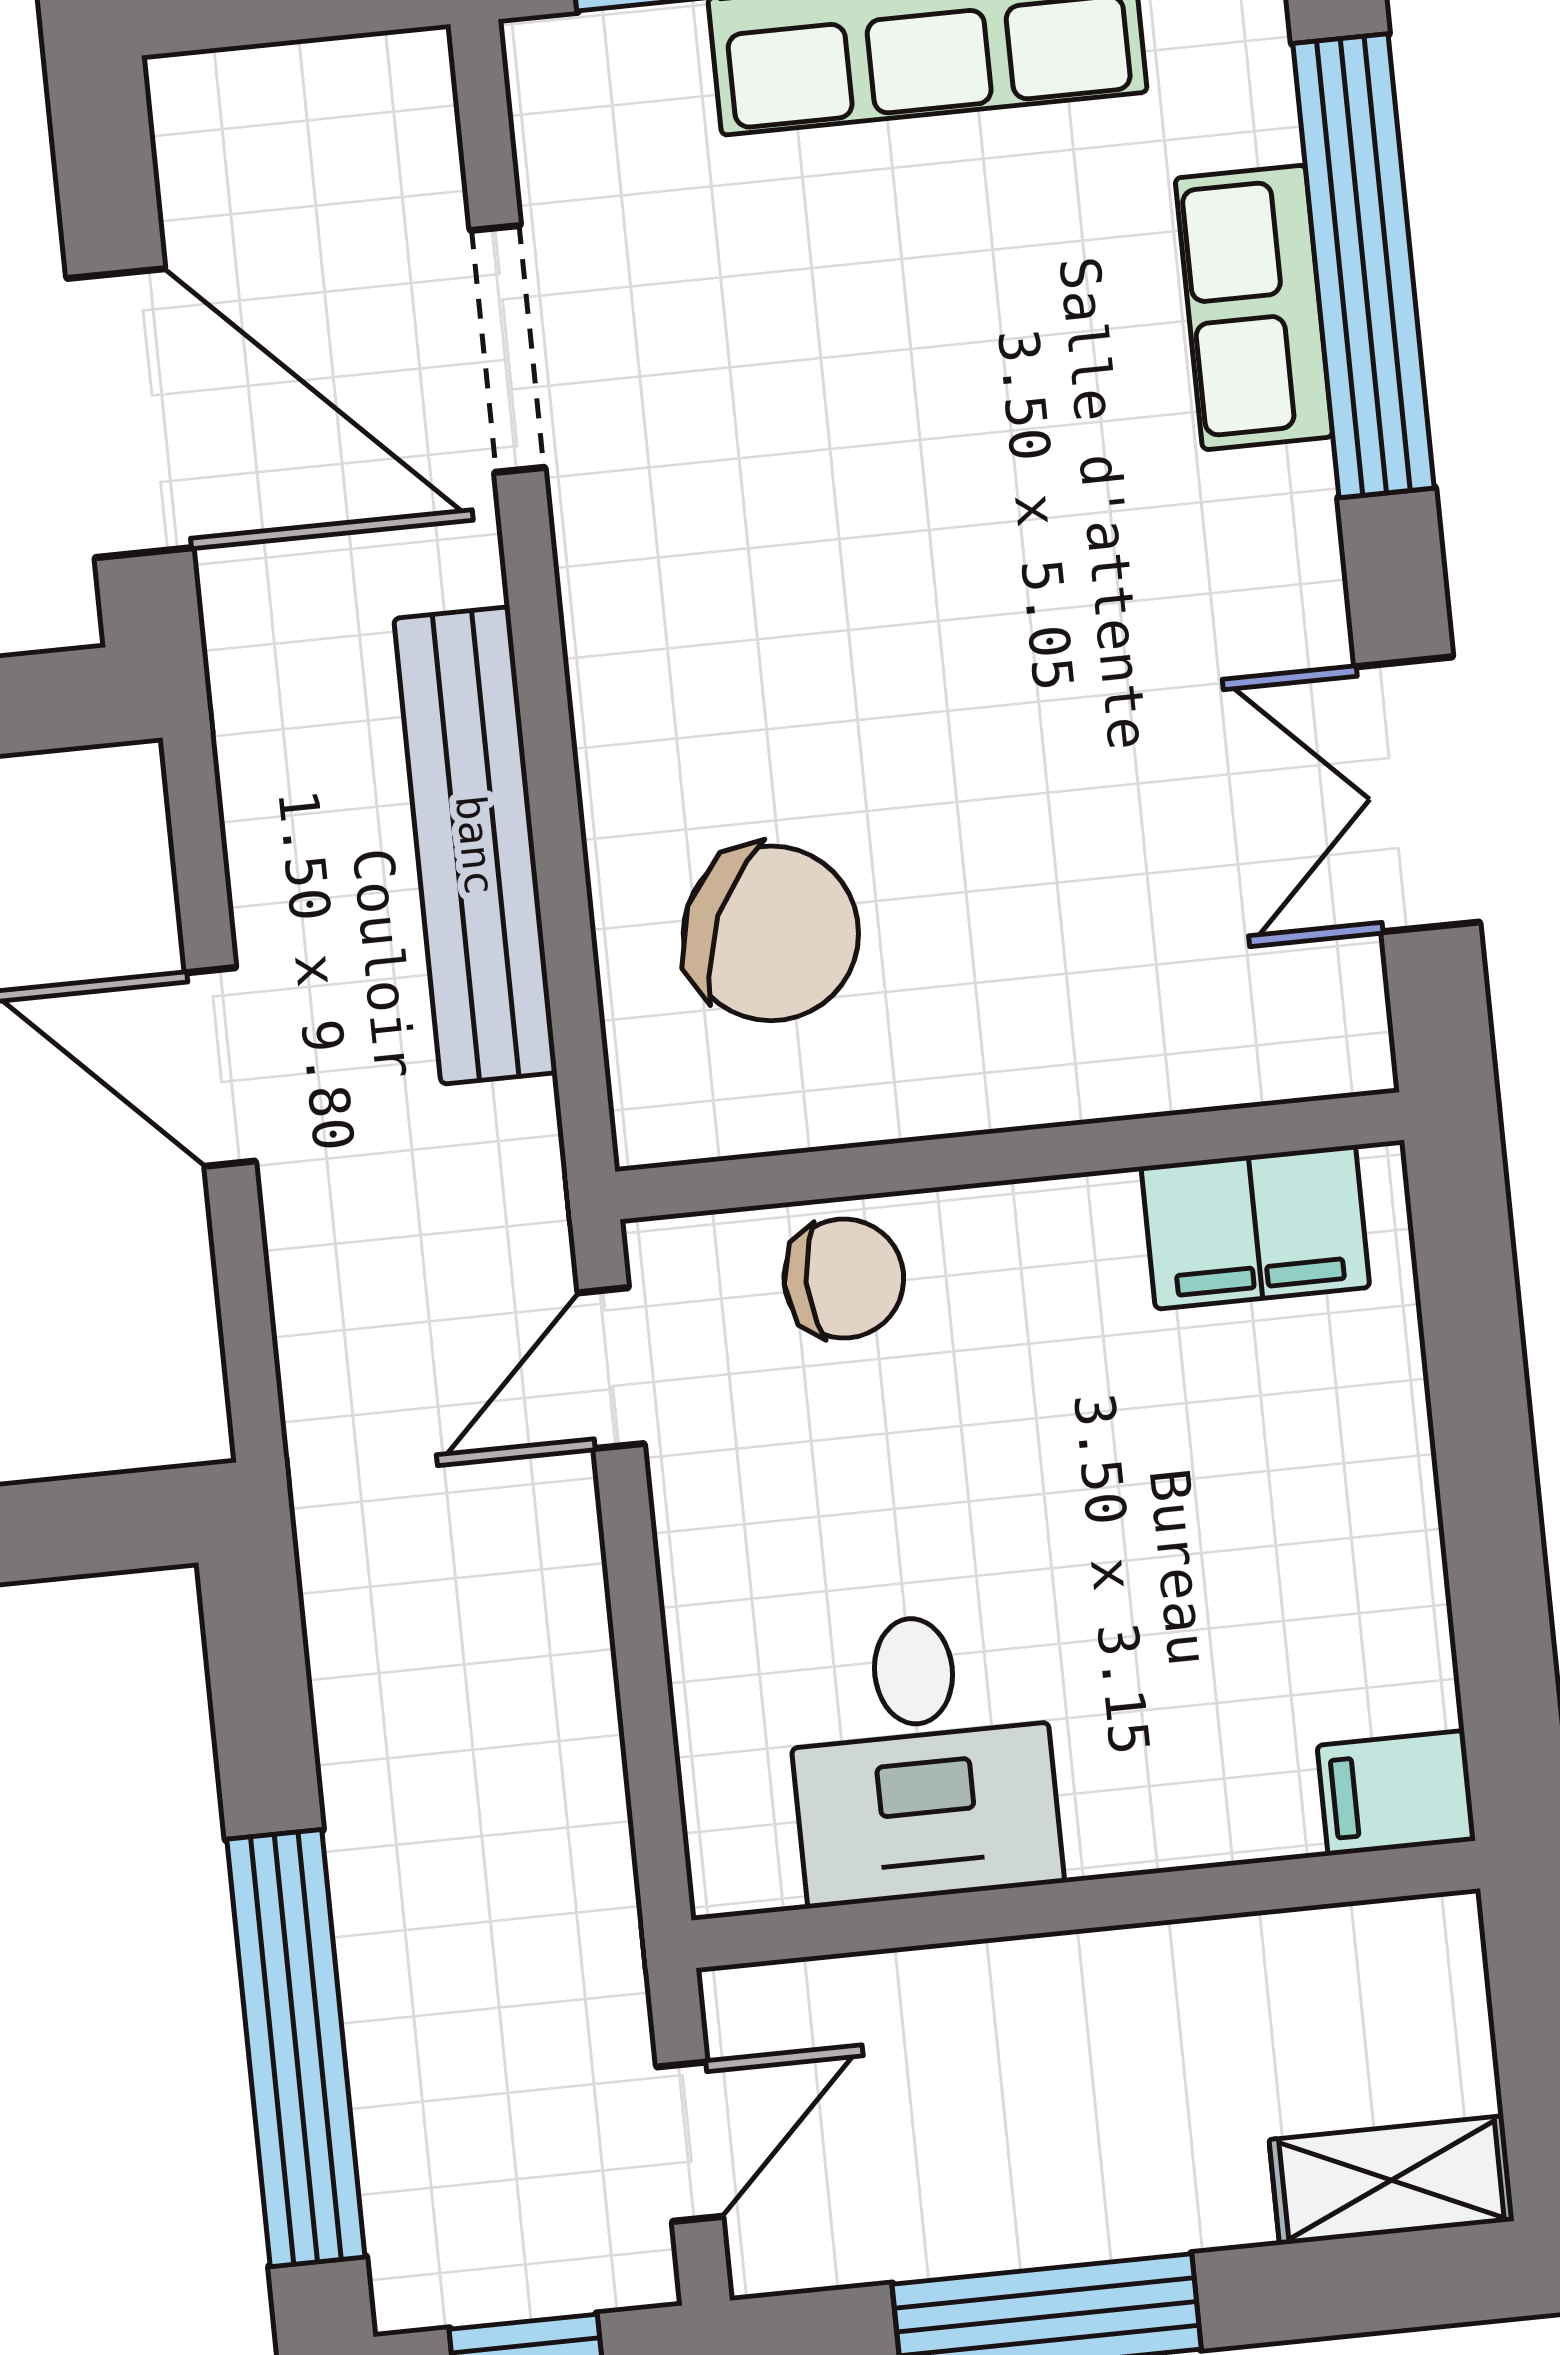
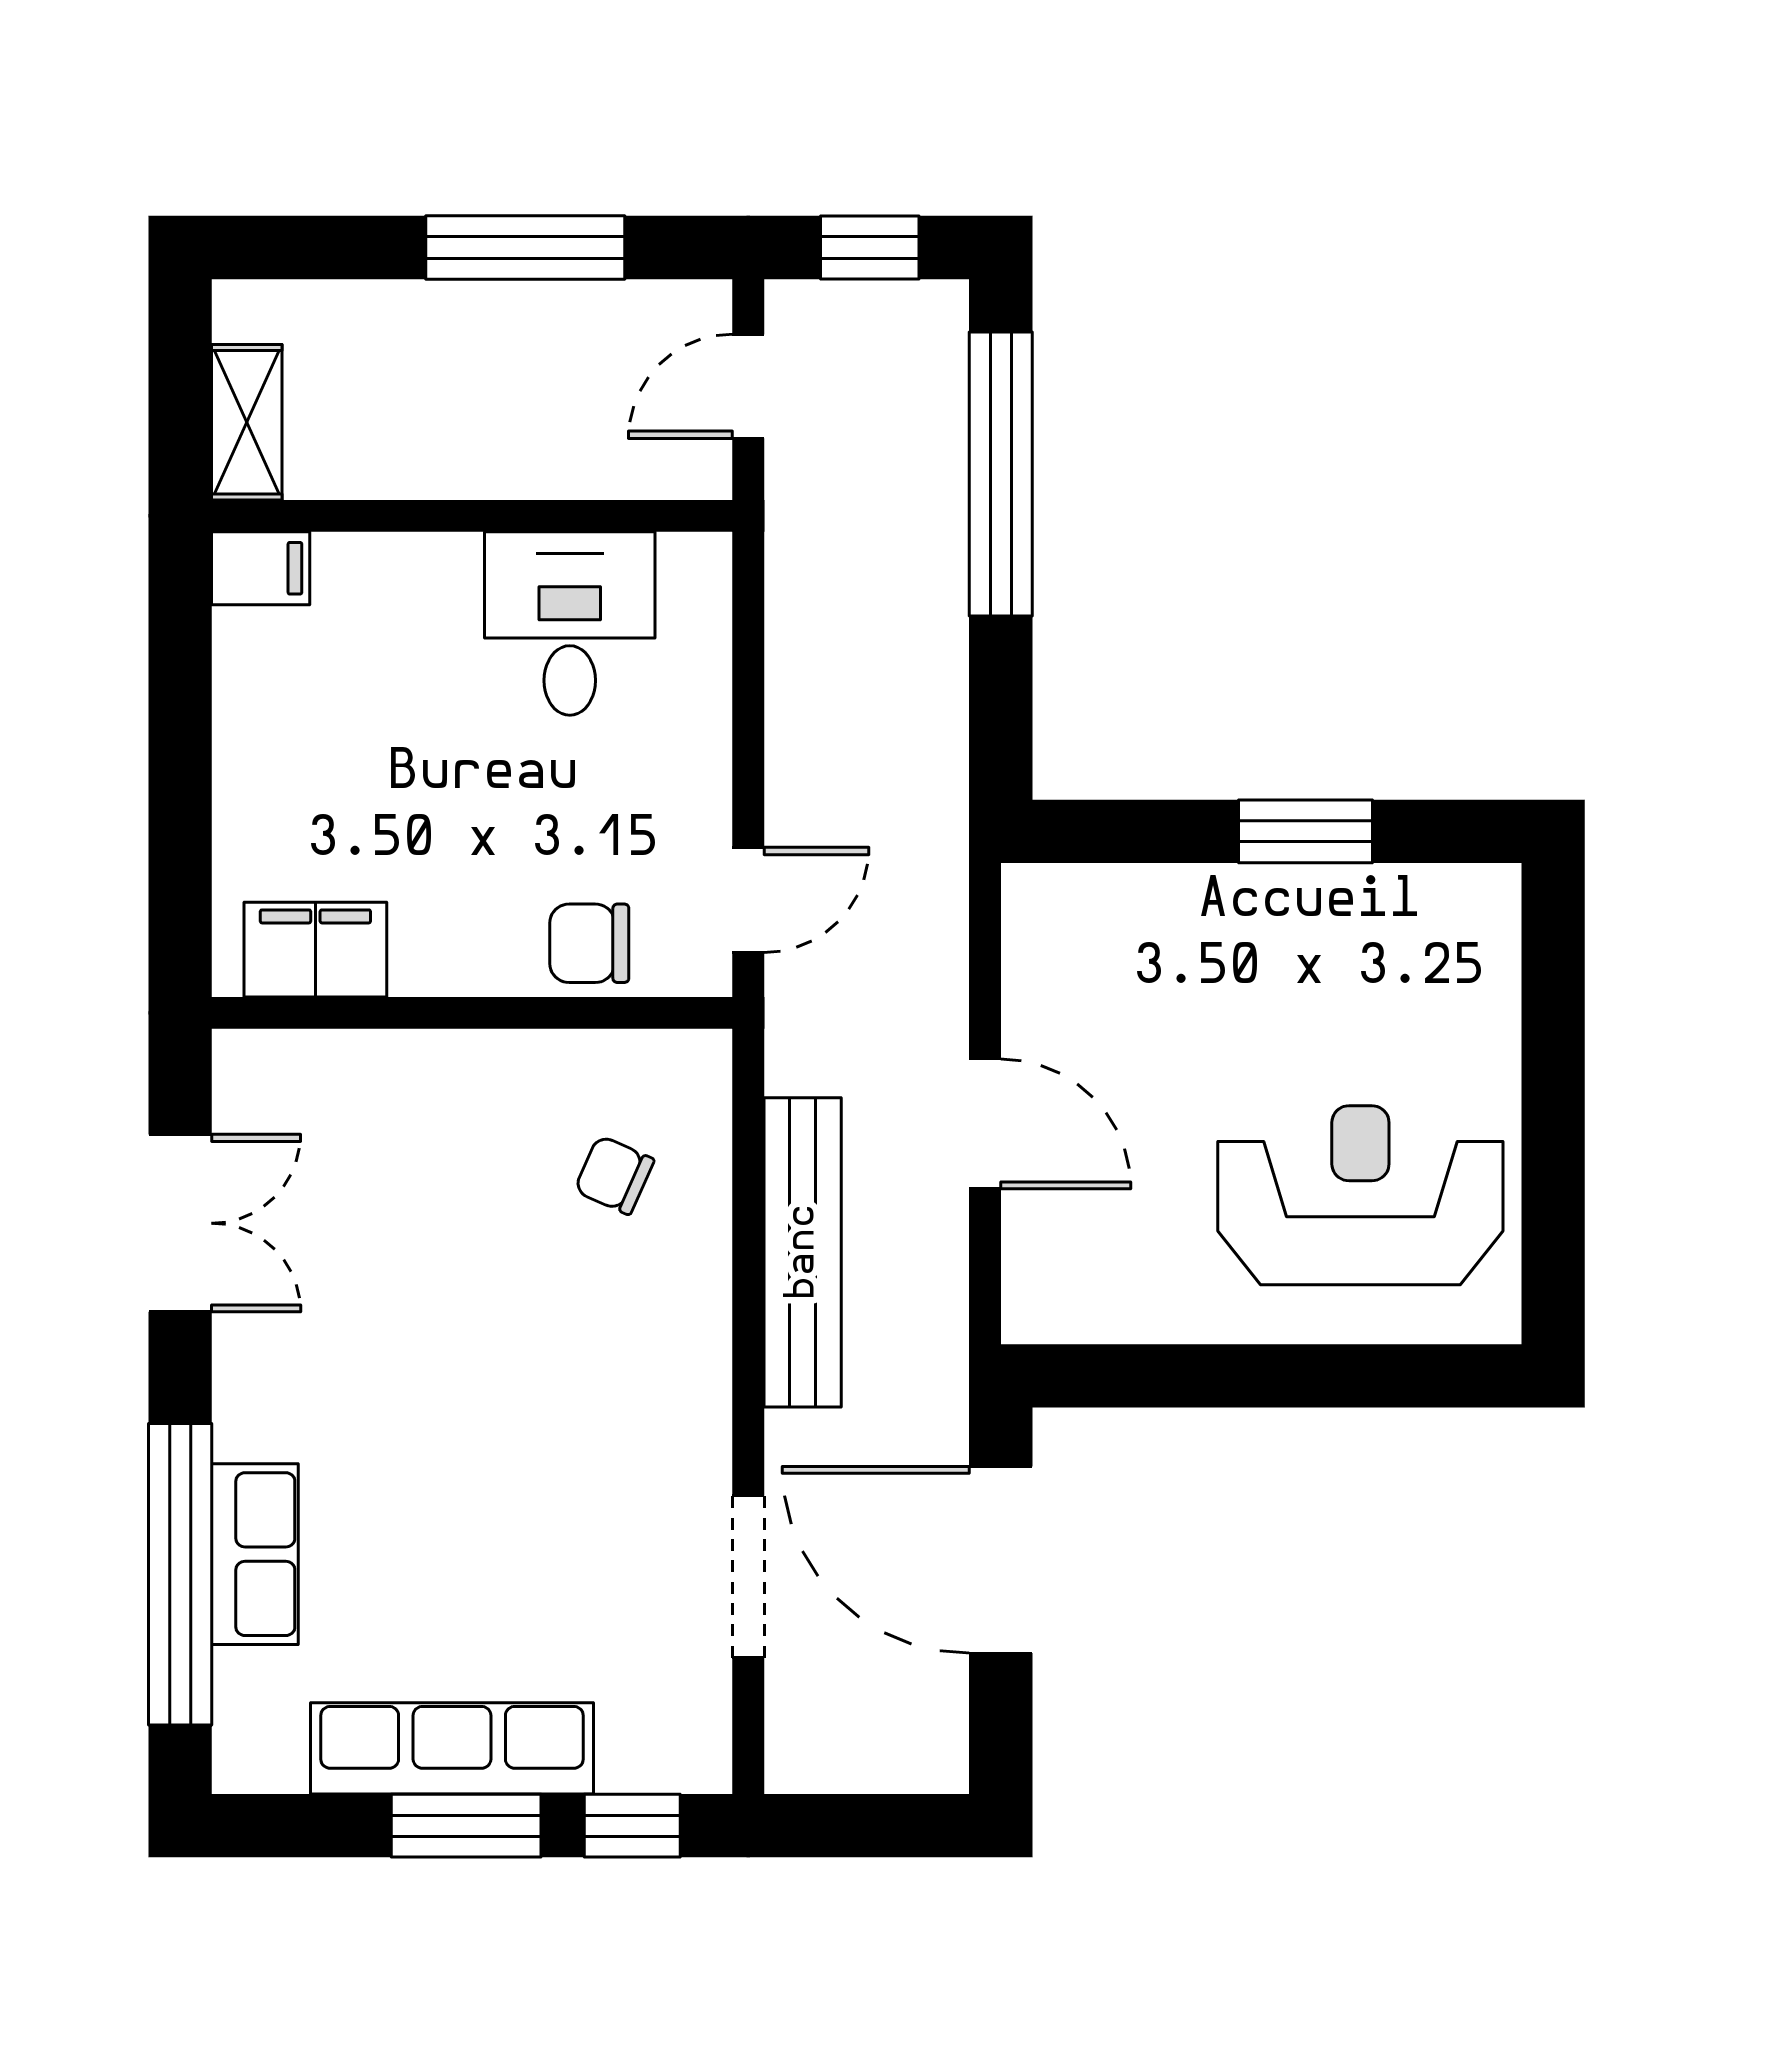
chair: (771, 933) -> (614, 1175), width x0.54, depth x0.54
shelving: (1392, 2180) -> (247, 422), moved, turned 90

